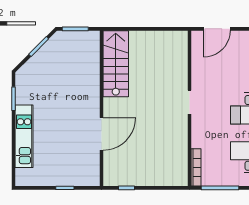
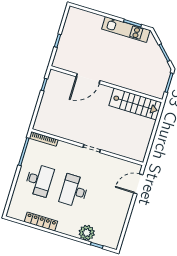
door: (217, 29) -> (138, 184), hinge flipped
door: (102, 134) -> (88, 79), hinge flipped
kitchen unit: (24, 136) -> (126, 30), moved

